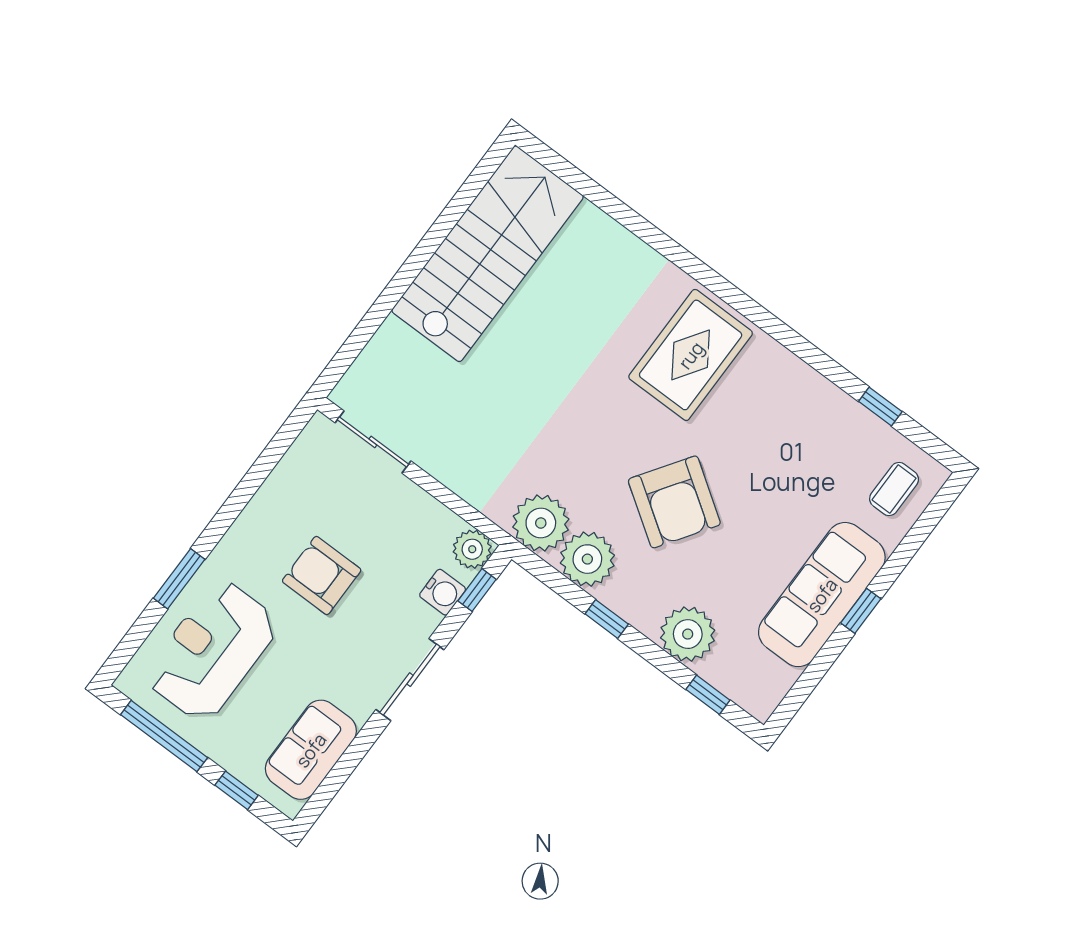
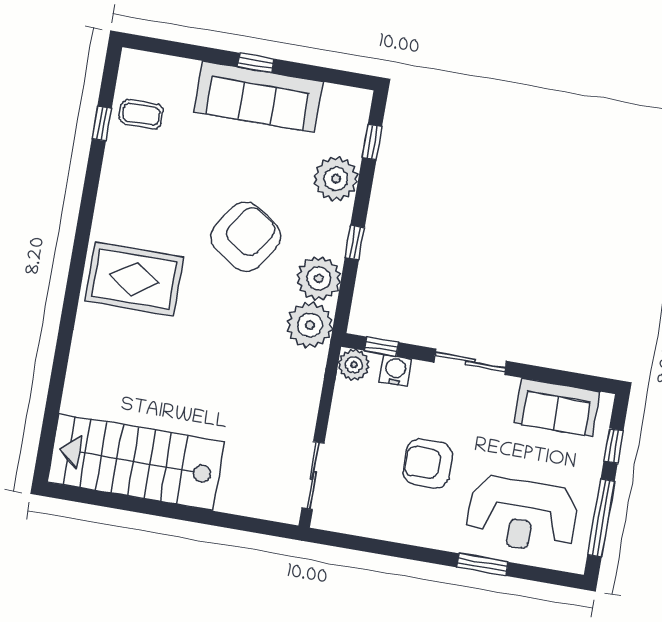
coffee table: (894, 489) -> (141, 114), moved
armchair: (322, 576) -> (428, 463), turned 90

